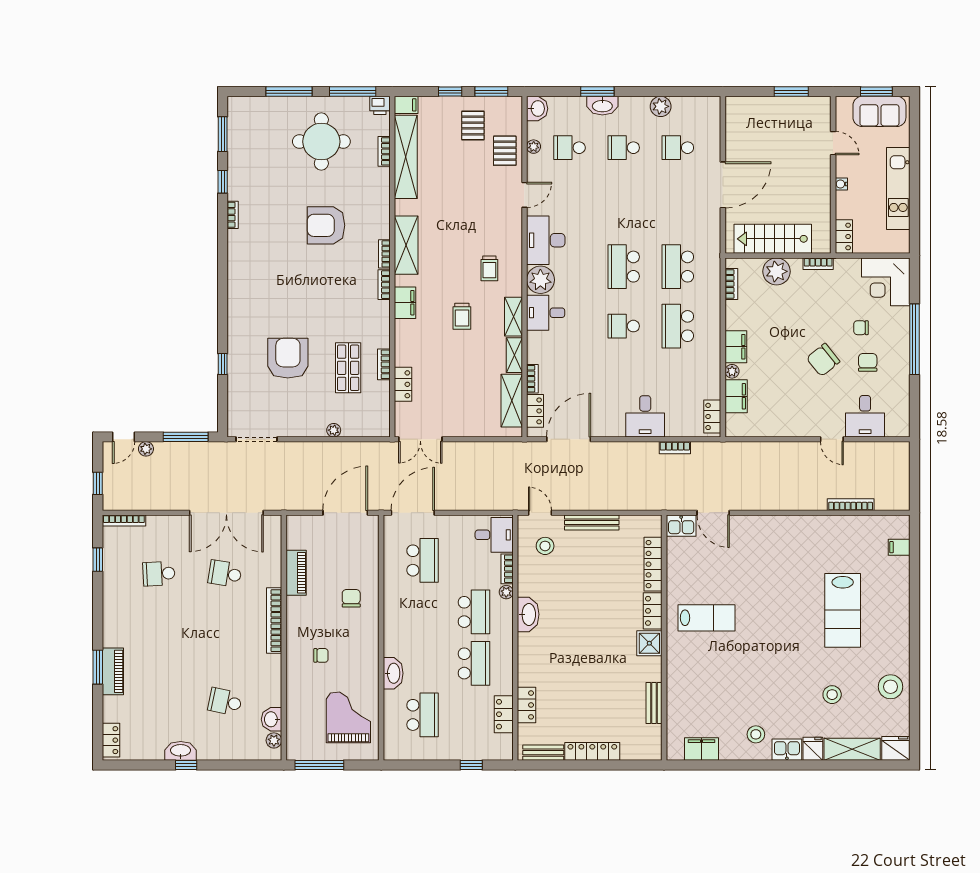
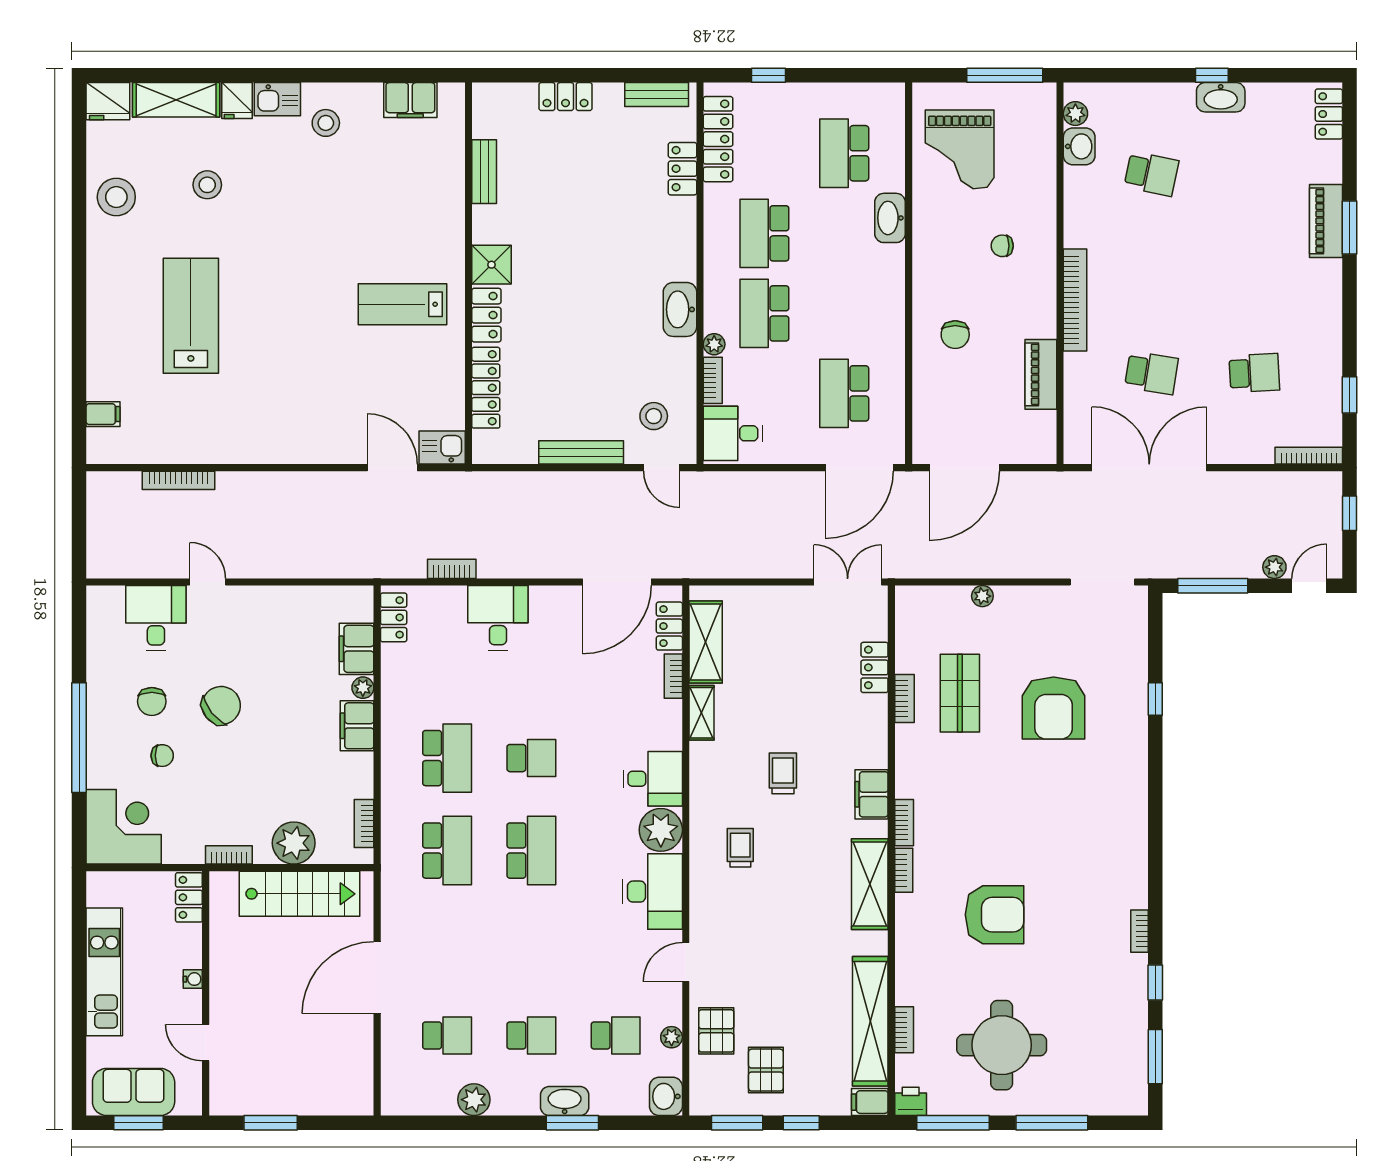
shelving: (513, 317) -> (703, 773), removed
locker: (504, 714) -> (718, 139), width x1.53
locker: (592, 751) -> (565, 97), width x0.66

